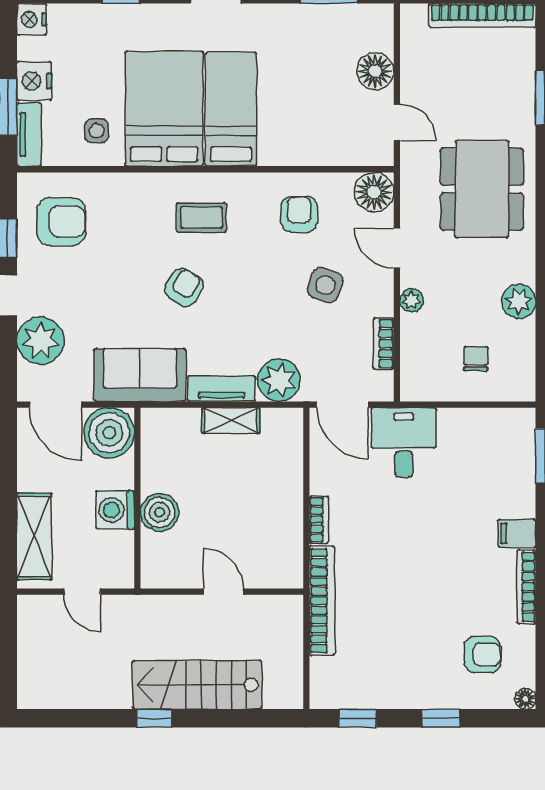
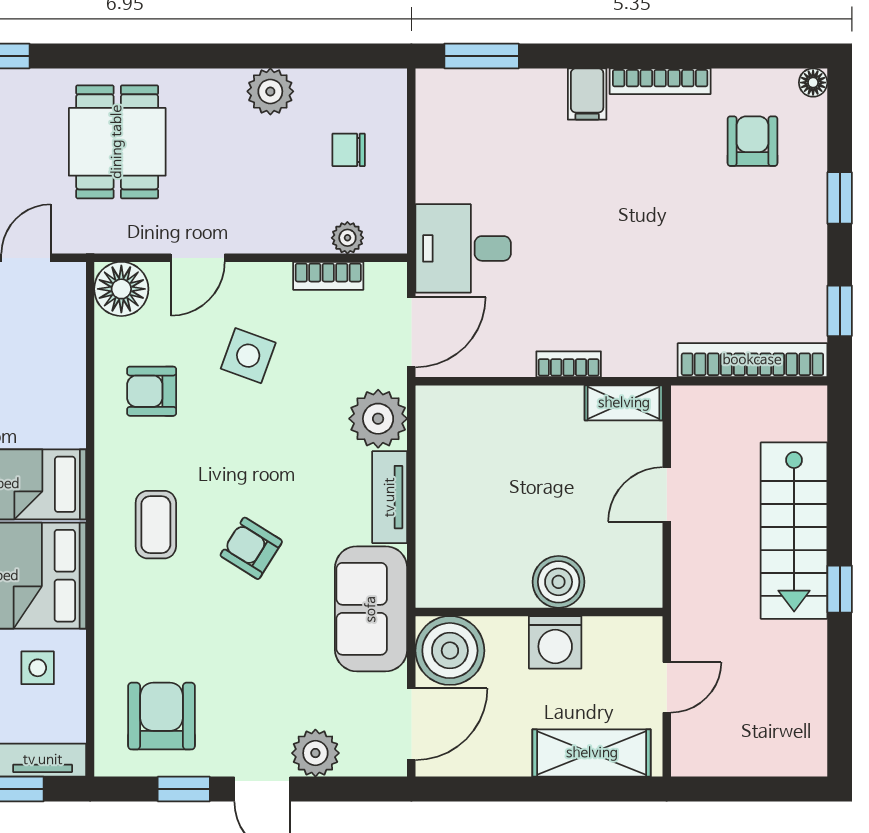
dining table: (482, 189) -> (117, 142), width x0.73
plant: (412, 300) -> (347, 238), moved
plant: (40, 341) -> (315, 753), width x0.73, depth x0.73
shelving: (231, 420) -> (624, 403), moved, turned 90
bookcase: (322, 601) -> (752, 360), moved

